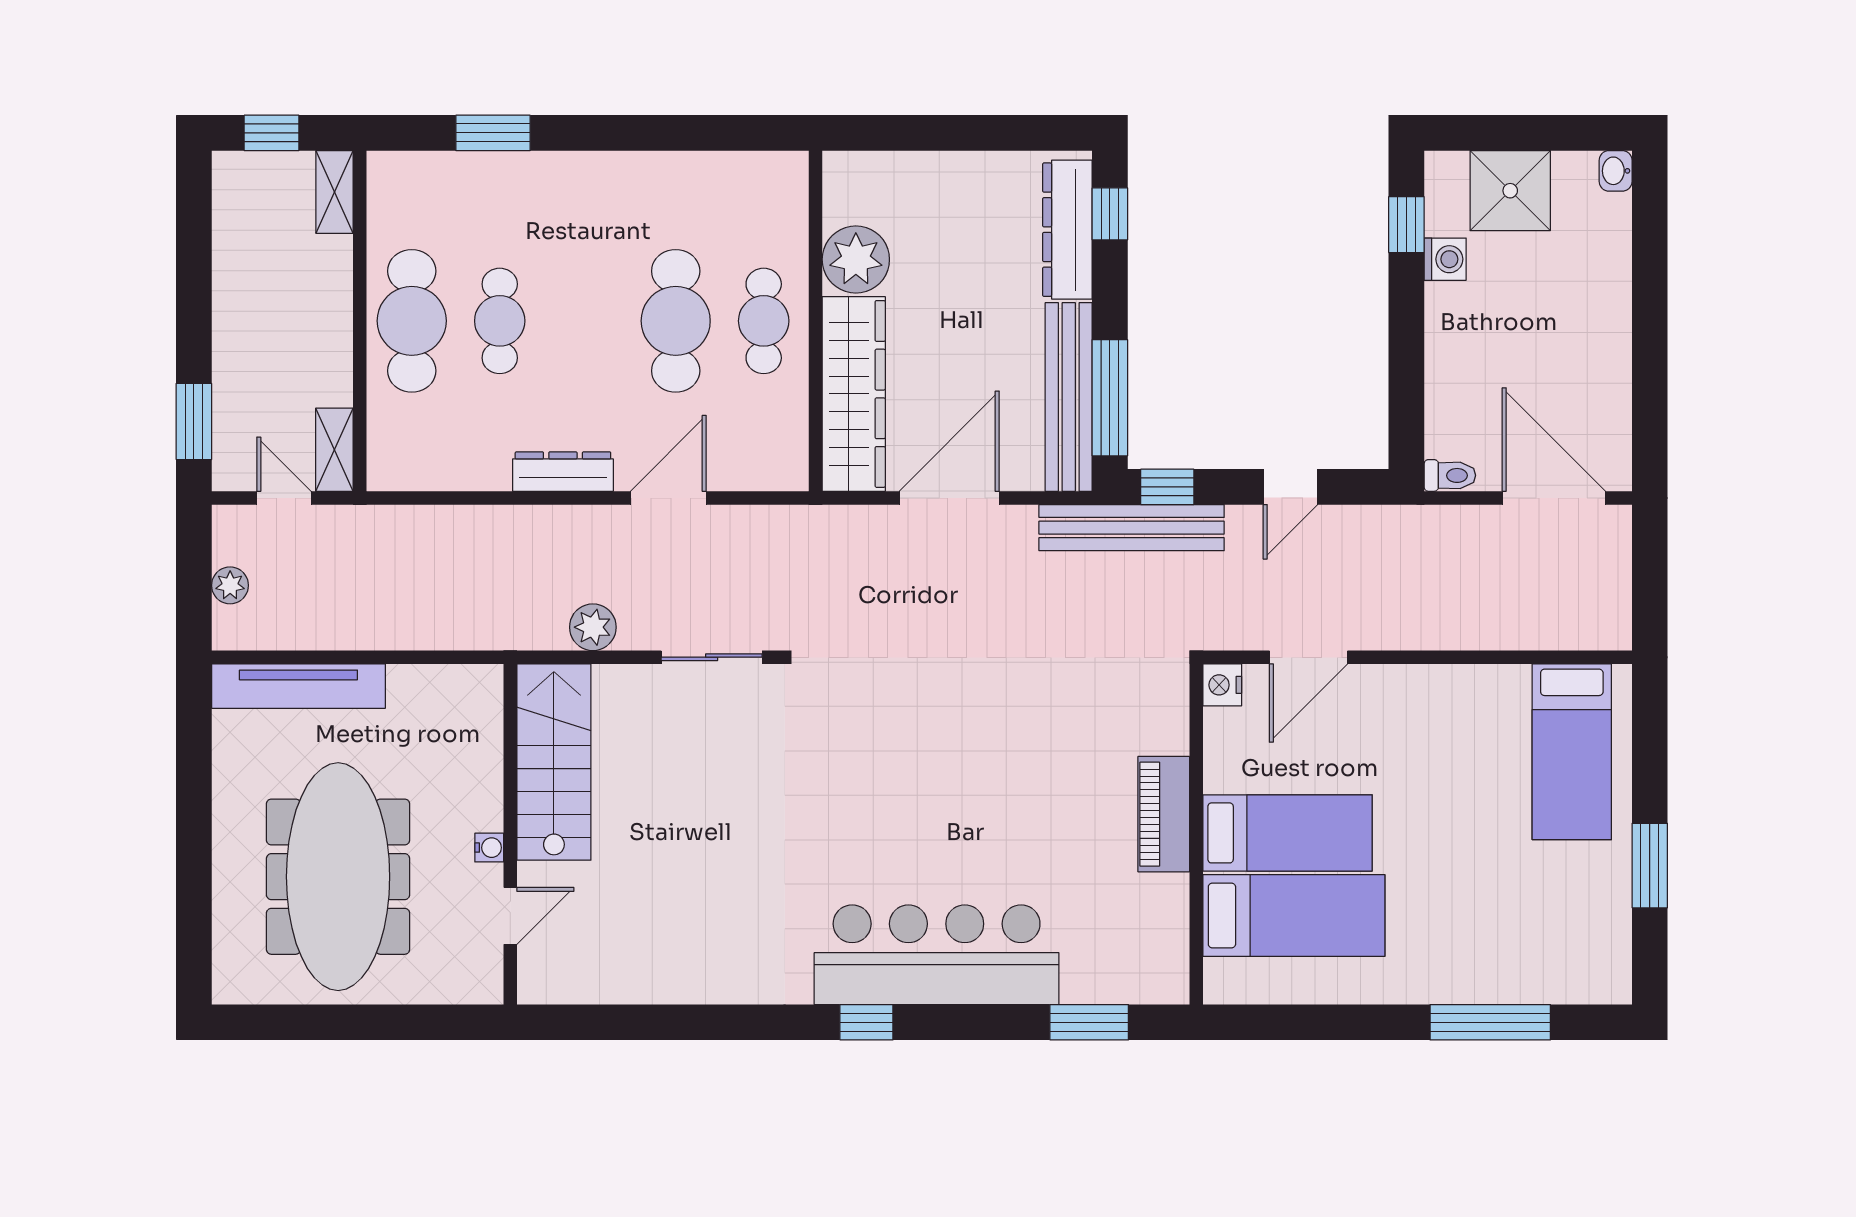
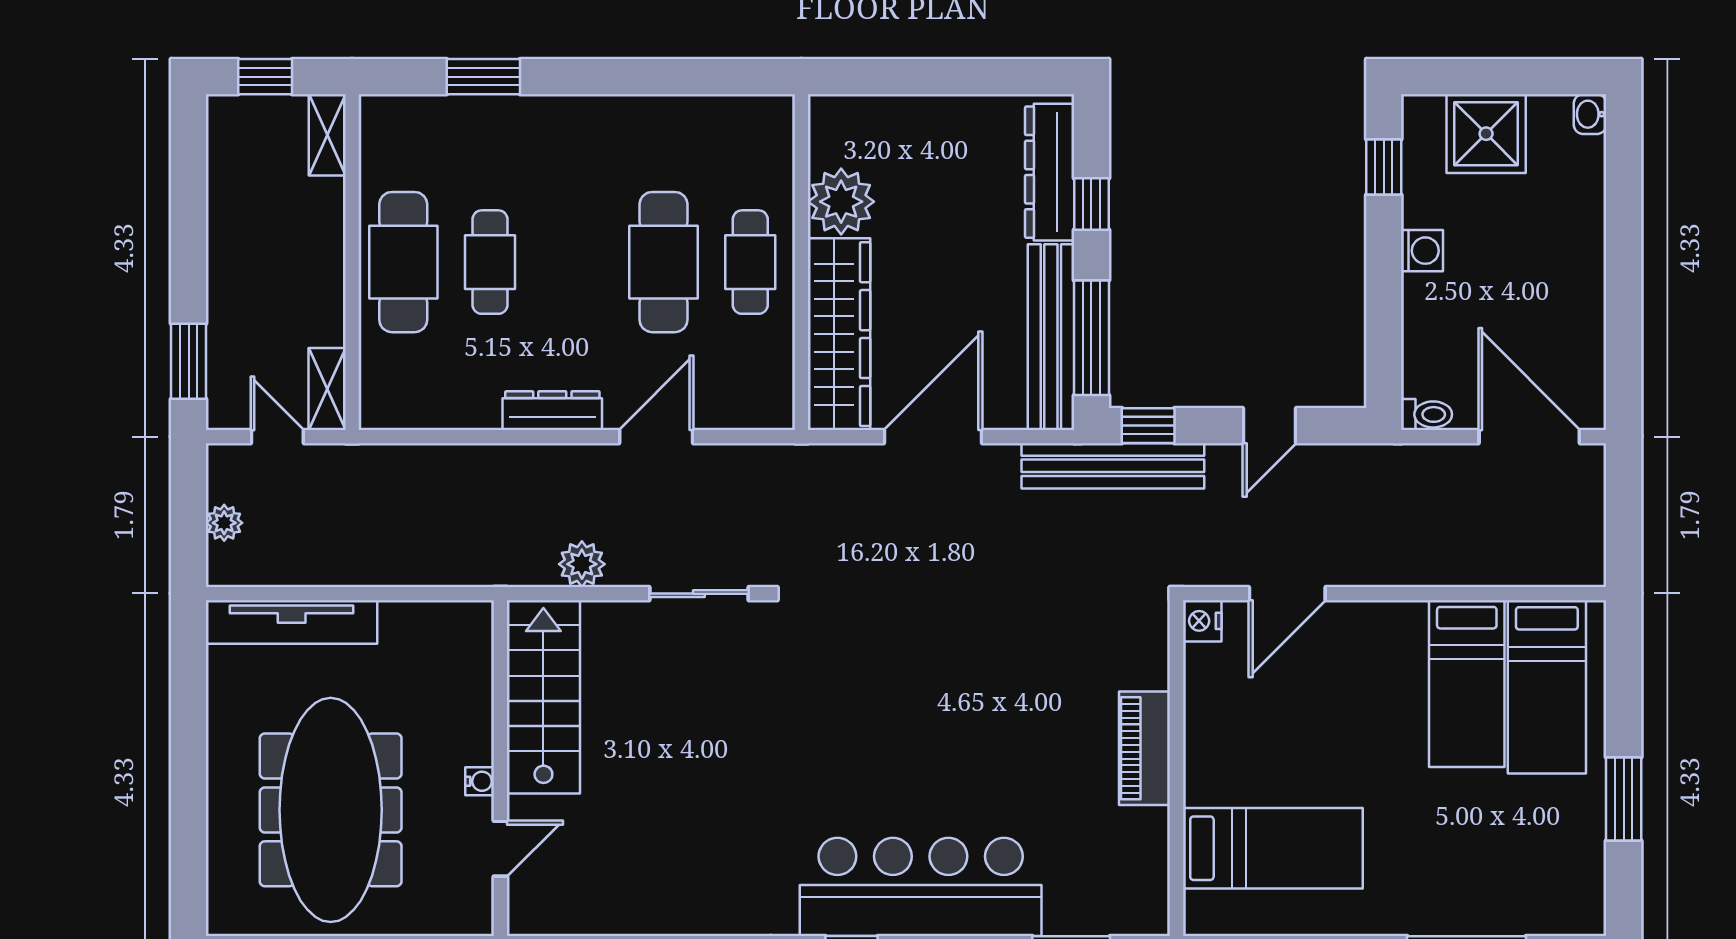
window: (1110, 214) -> (1091, 204), moved
washing machine: (1445, 259) -> (1422, 251), moved
bed: (1287, 833) -> (1467, 684), moved, turned 90

